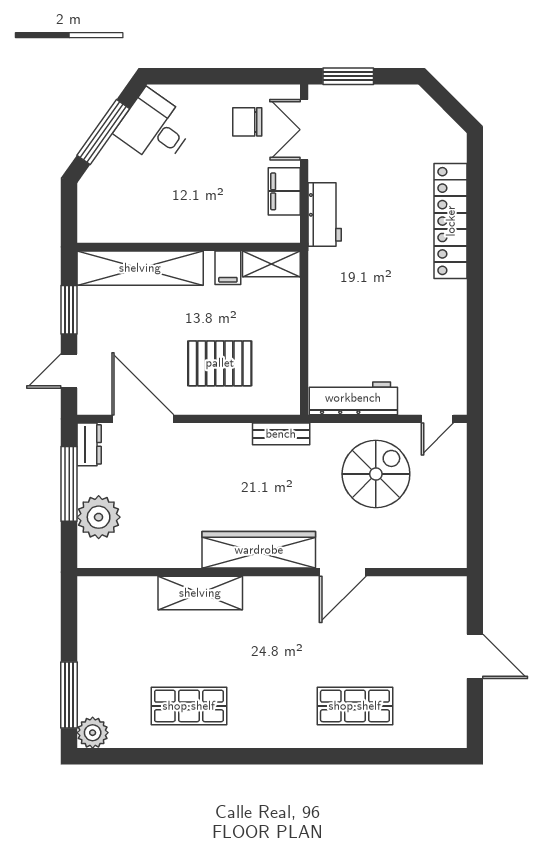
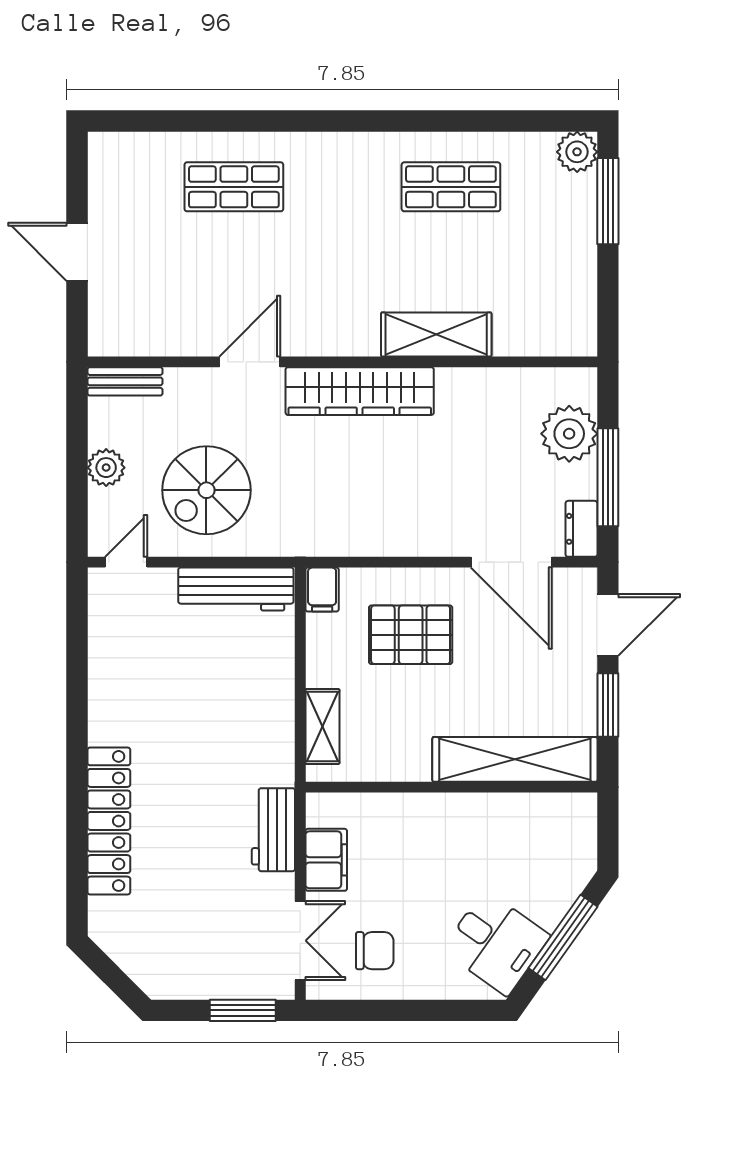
shelving: (271, 264) -> (322, 727), moved, turned 90
filing cabinet: (228, 268) -> (322, 590), moved, turned 180
door: (69, 371) -> (608, 625), width x1.38
bench: (281, 434) -> (125, 381), moved
plant: (453, 491) -> (106, 468), added

